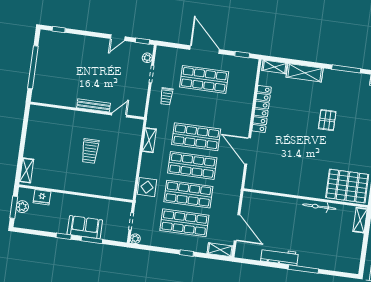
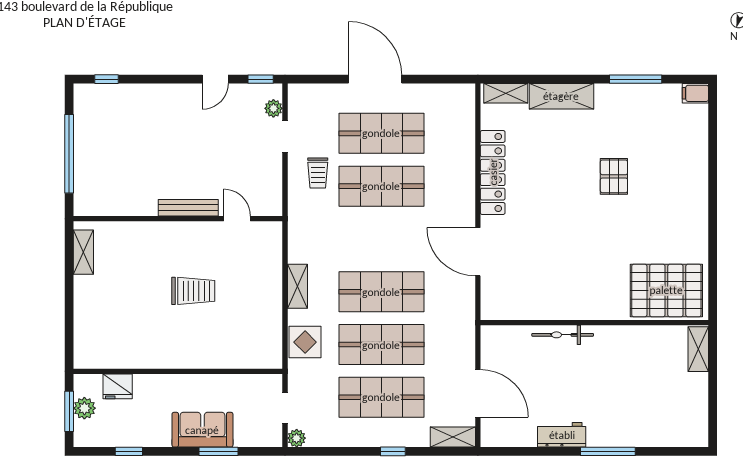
window: (242, 55) -> (444, 79), removed
door: (119, 115) -> (237, 219), hinge flipped
shop shelf: (196, 137) -> (381, 186), moved
shelving: (149, 140) -> (297, 286), moved
trolley: (90, 151) -> (193, 291), turned -90
shelving: (27, 170) -> (83, 252), moved
bicycle: (319, 207) -> (563, 335), moved
window: (64, 236) -> (129, 451), moved
workbench: (280, 257) -> (562, 435), width x0.73

